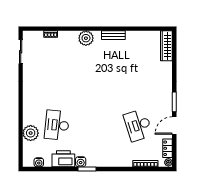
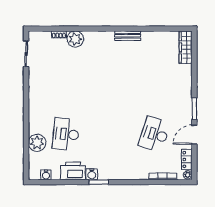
plant: (86, 38) -> (75, 39), moved
desk: (138, 125) -> (155, 134), turned 36

